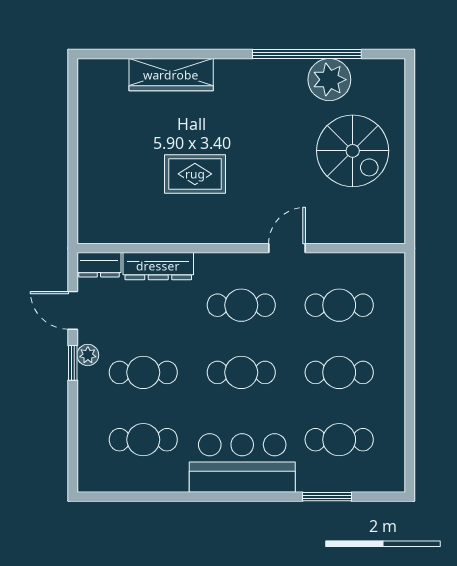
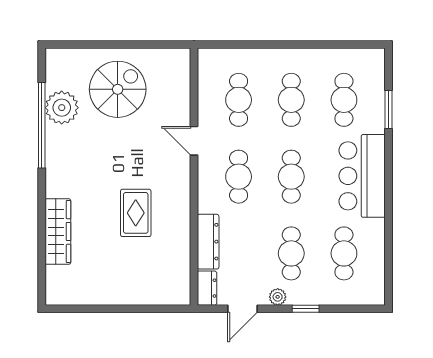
window: (73, 363) -> (306, 309), moved

